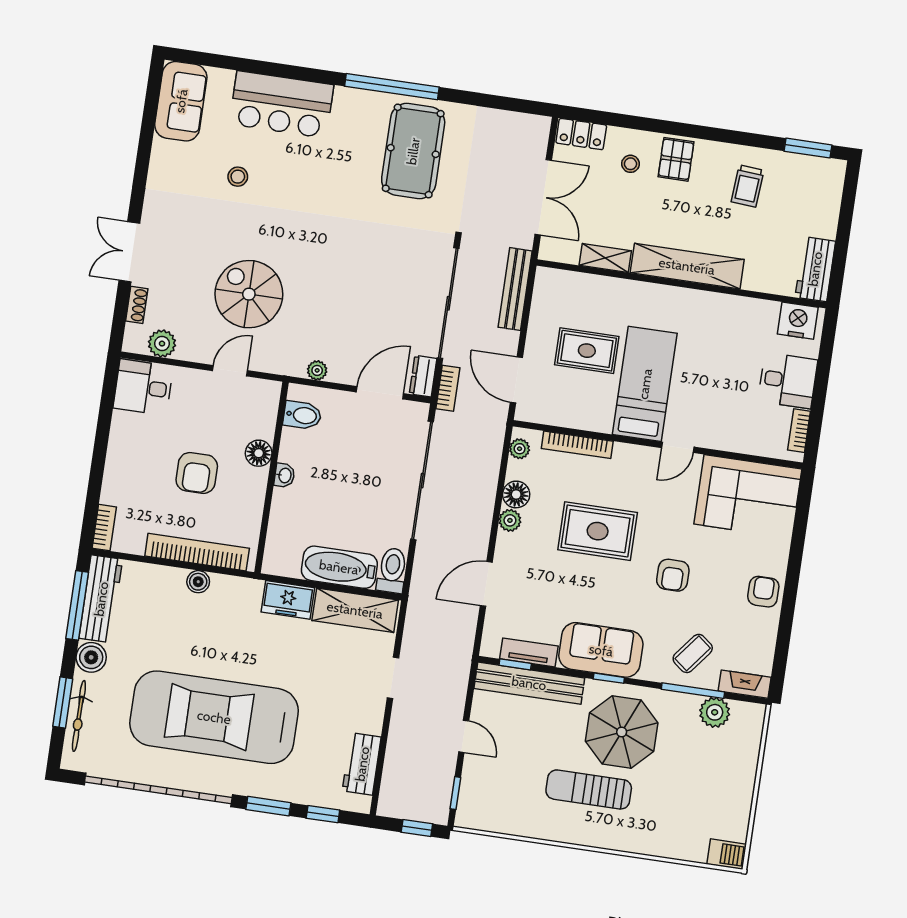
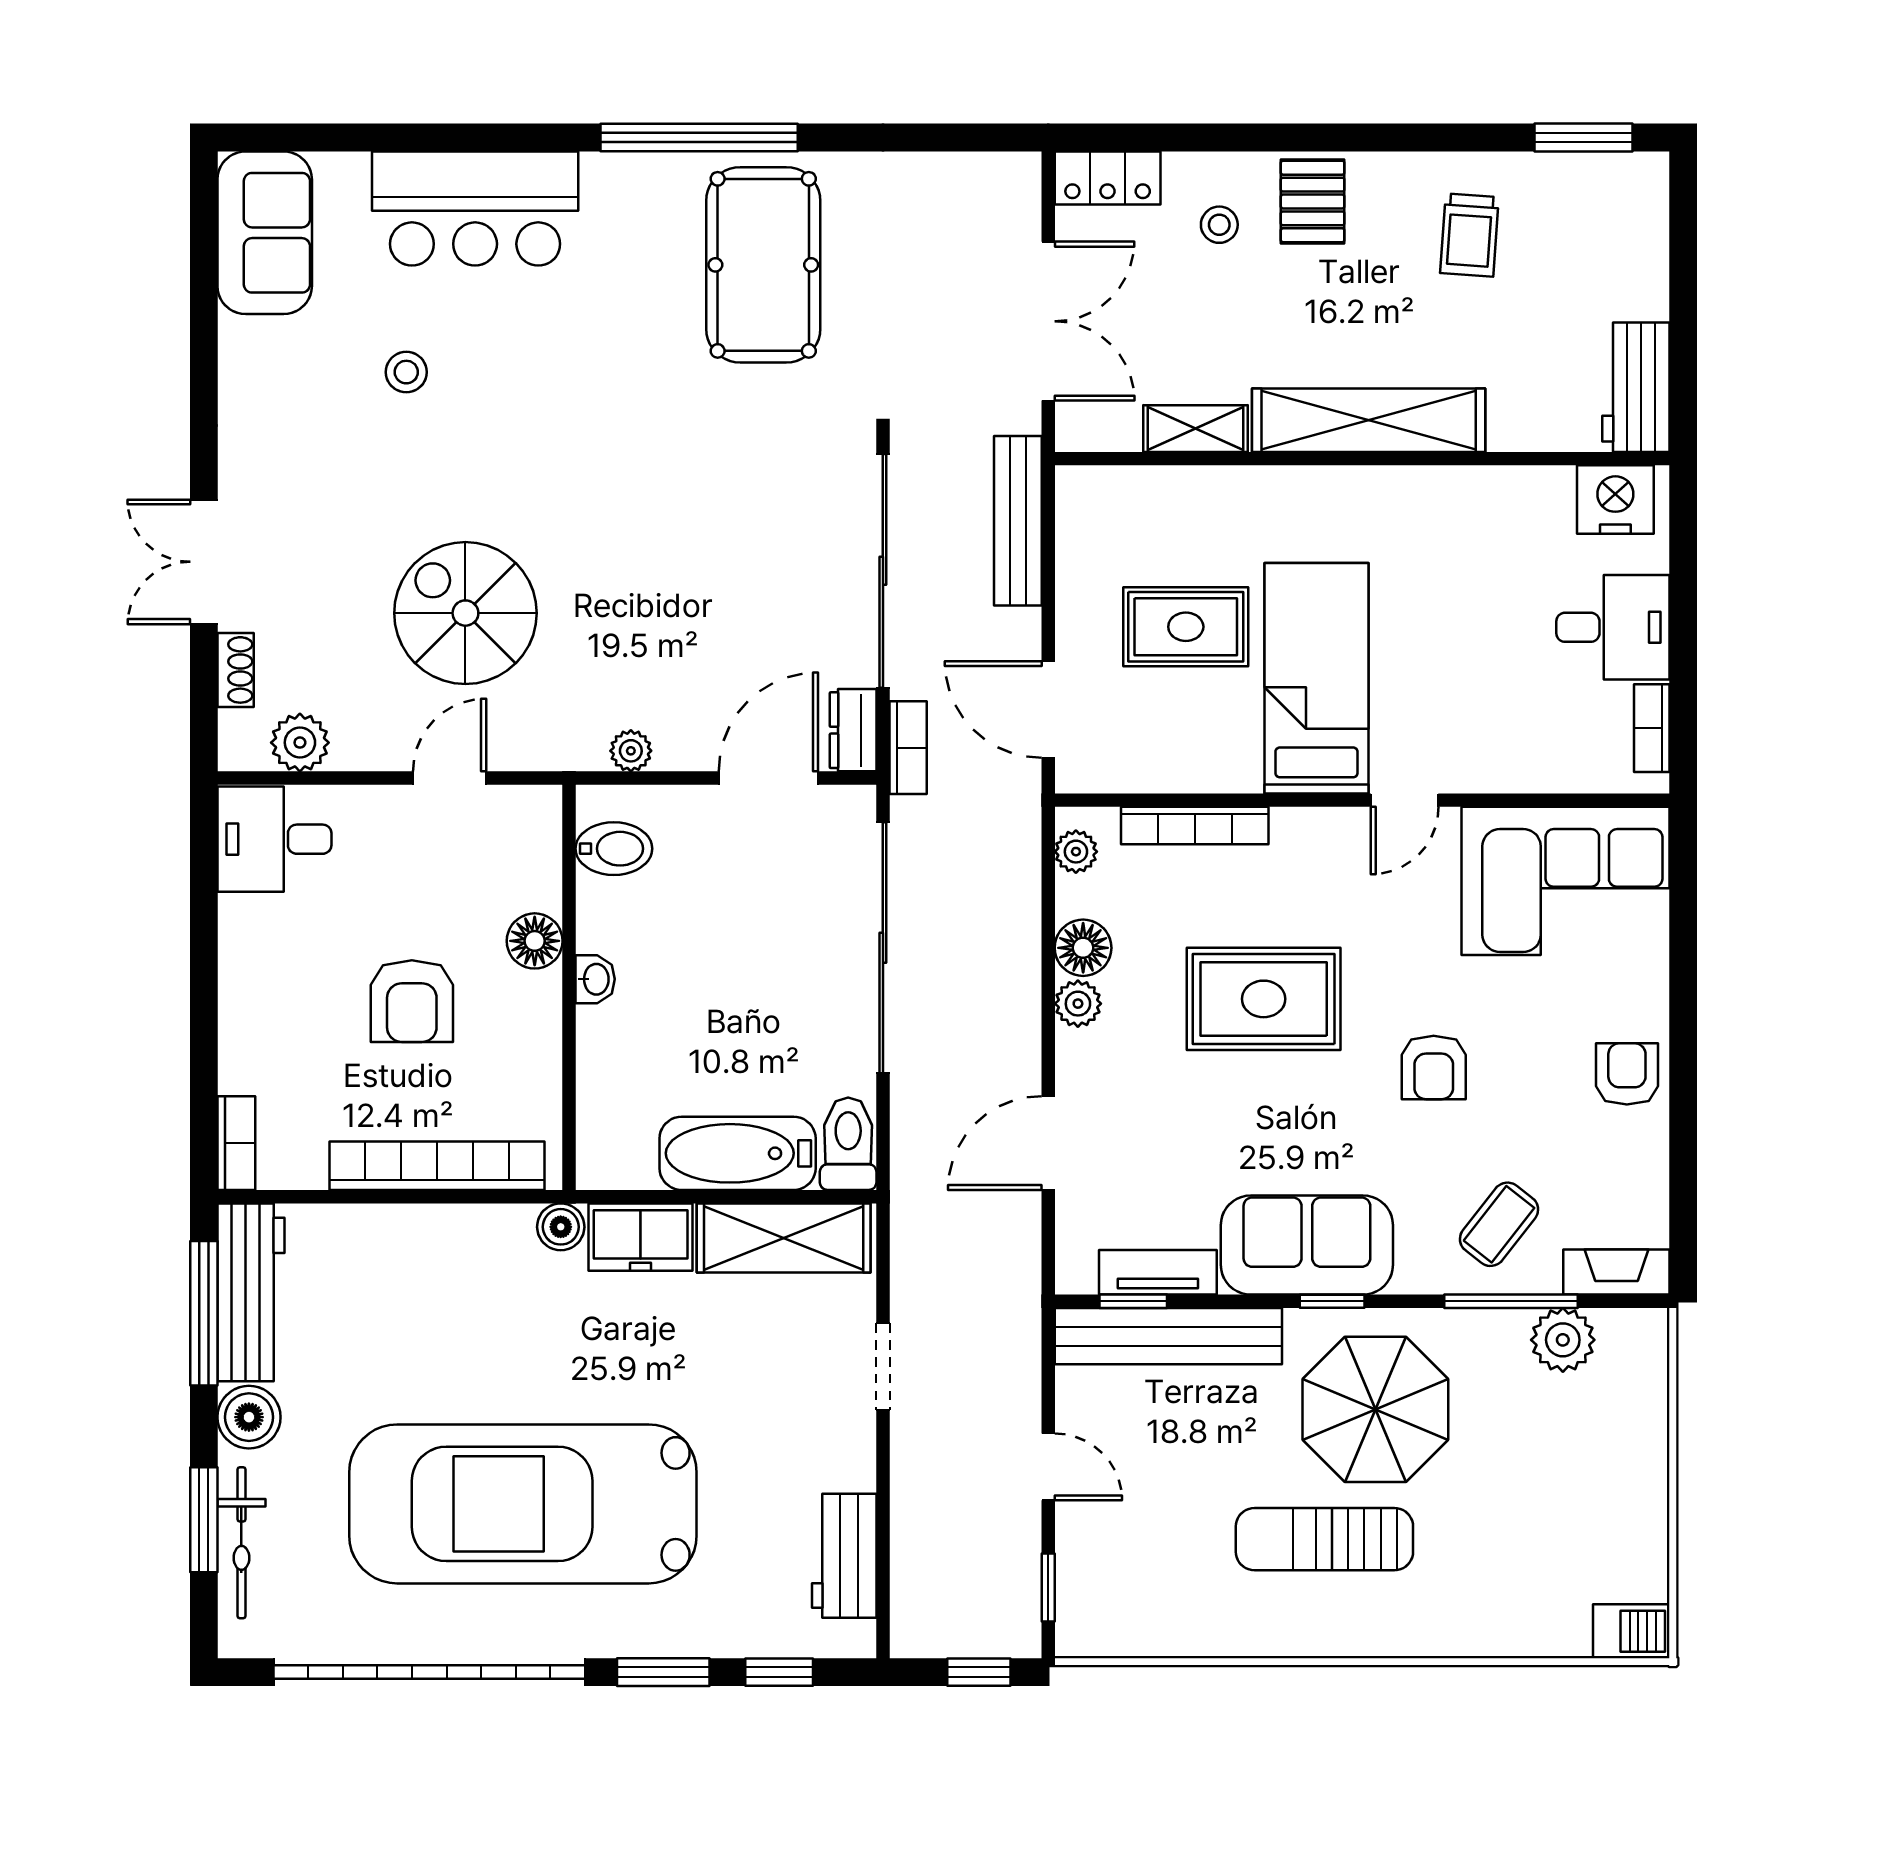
boiler: (198, 582) -> (561, 1227), moved

